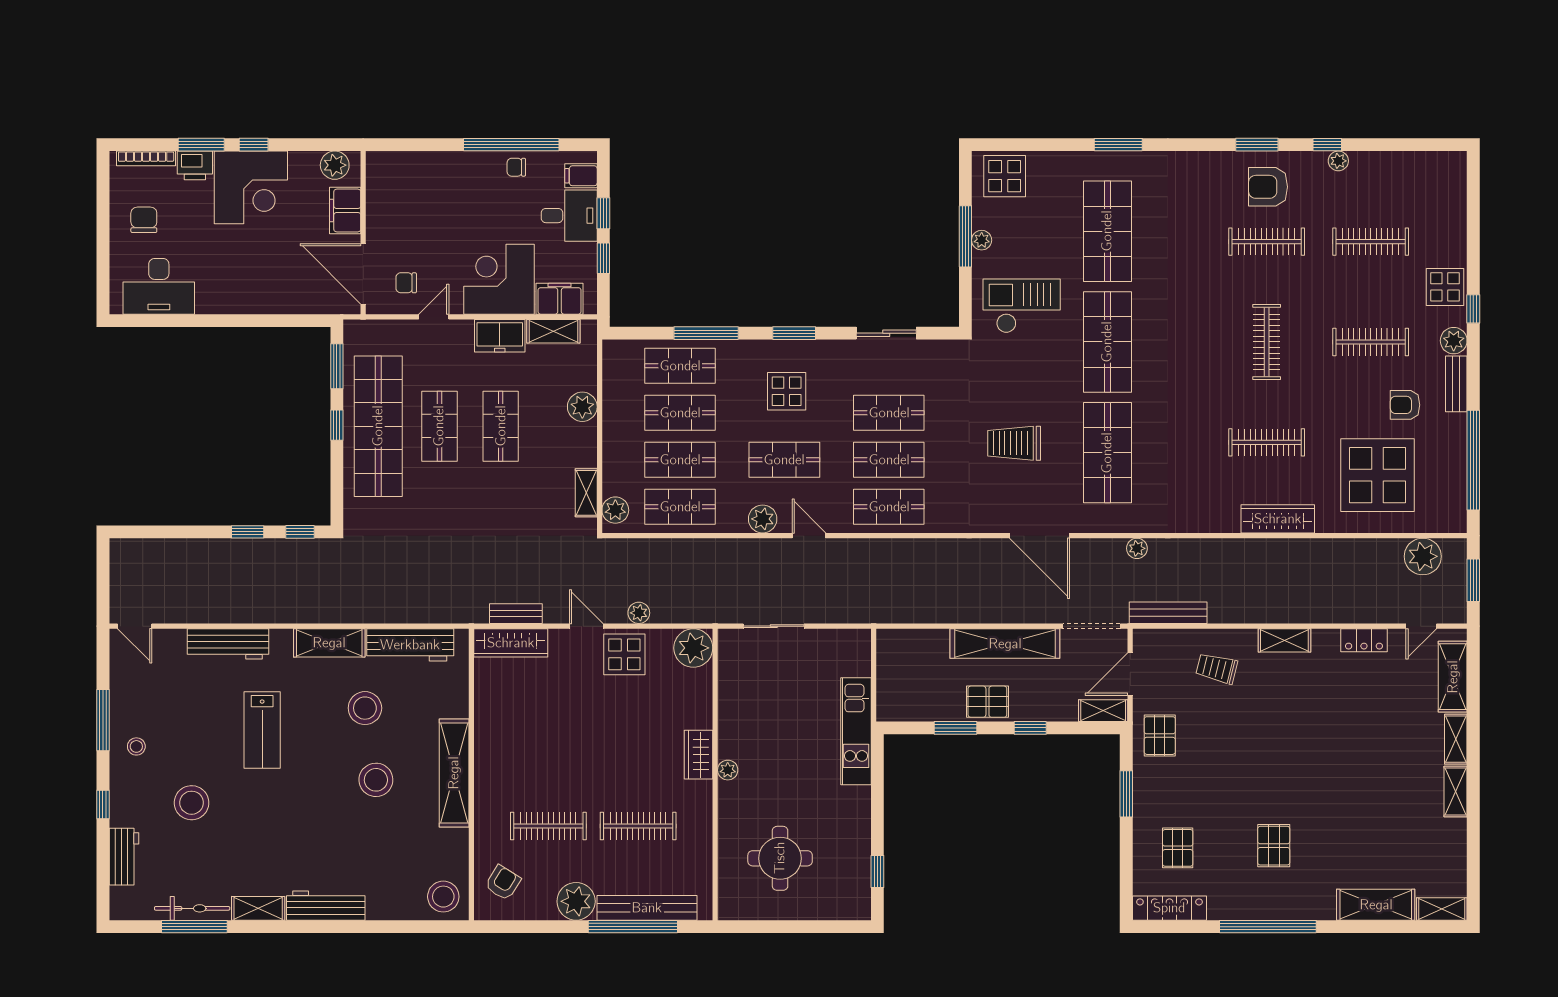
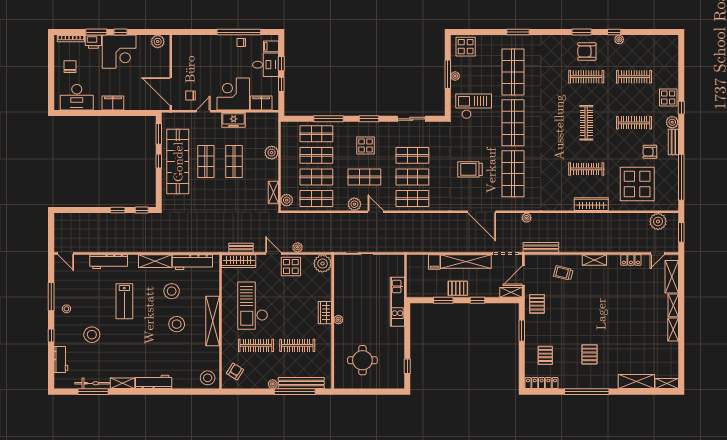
filing cabinet: (345, 210) -> (113, 103), moved, turned 90
shelving: (553, 331) -> (258, 118), removed
filing cabinet: (936, 645) -> (434, 262), added
checkout: (541, 739) -> (253, 306), added
plant: (576, 901) -> (273, 384), width x0.53, depth x0.53

